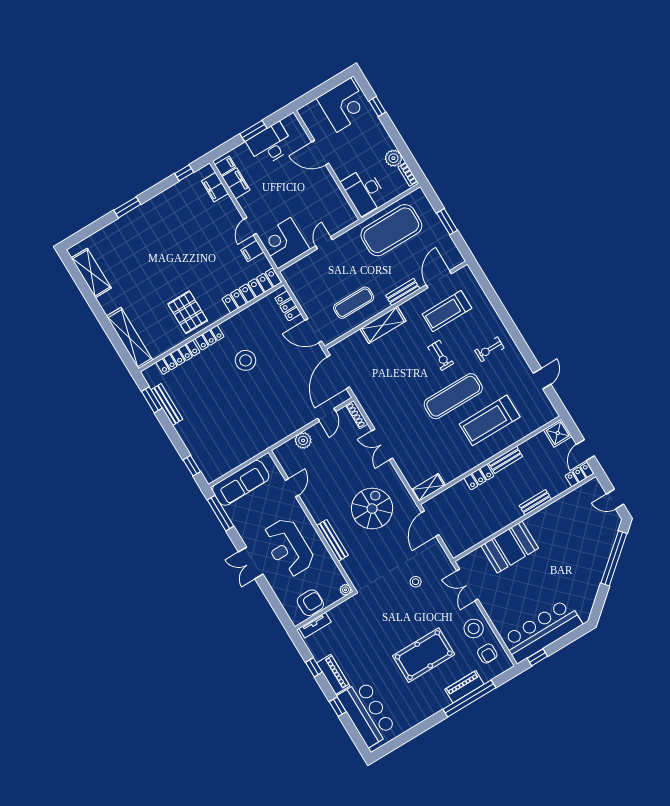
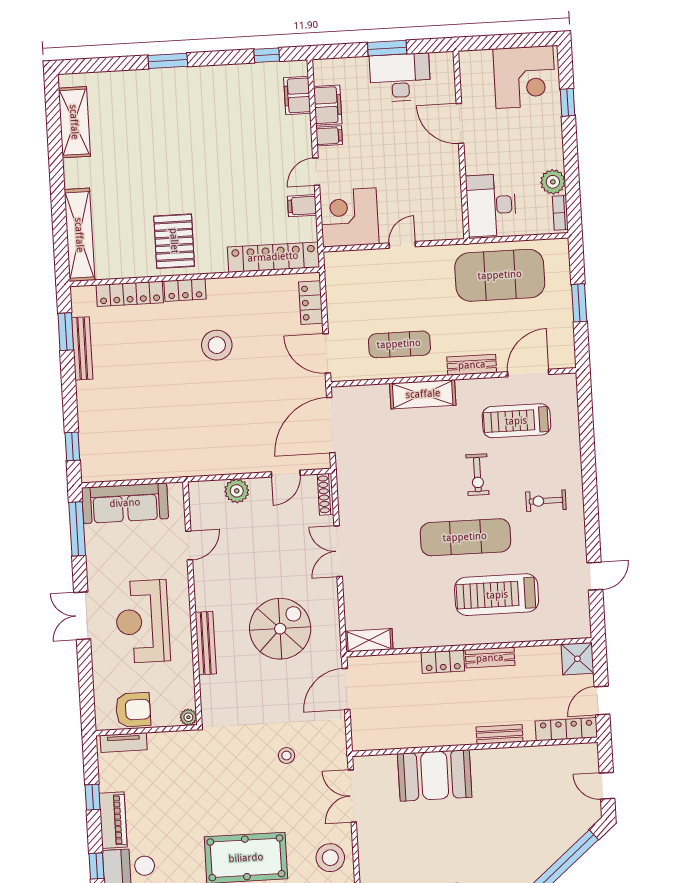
filing cabinet: (225, 166) -> (329, 136), moved
locker: (579, 475) -> (566, 729), width x1.53

